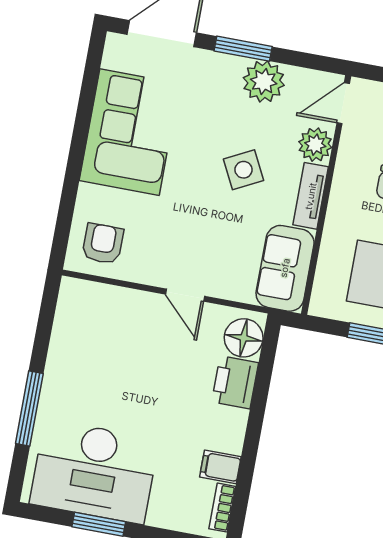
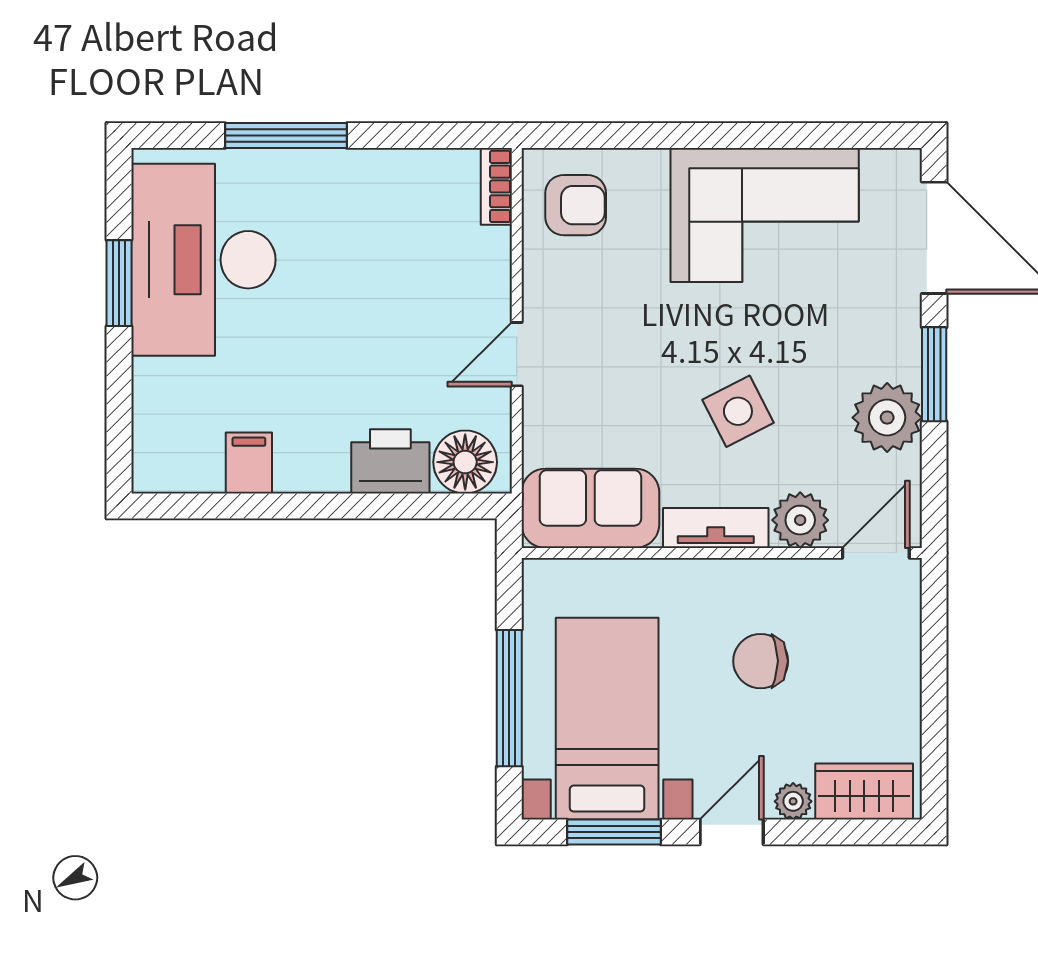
door: (343, 103) -> (876, 553), hinge flipped
bookcase: (222, 508) -> (496, 186), moved, turned -90

